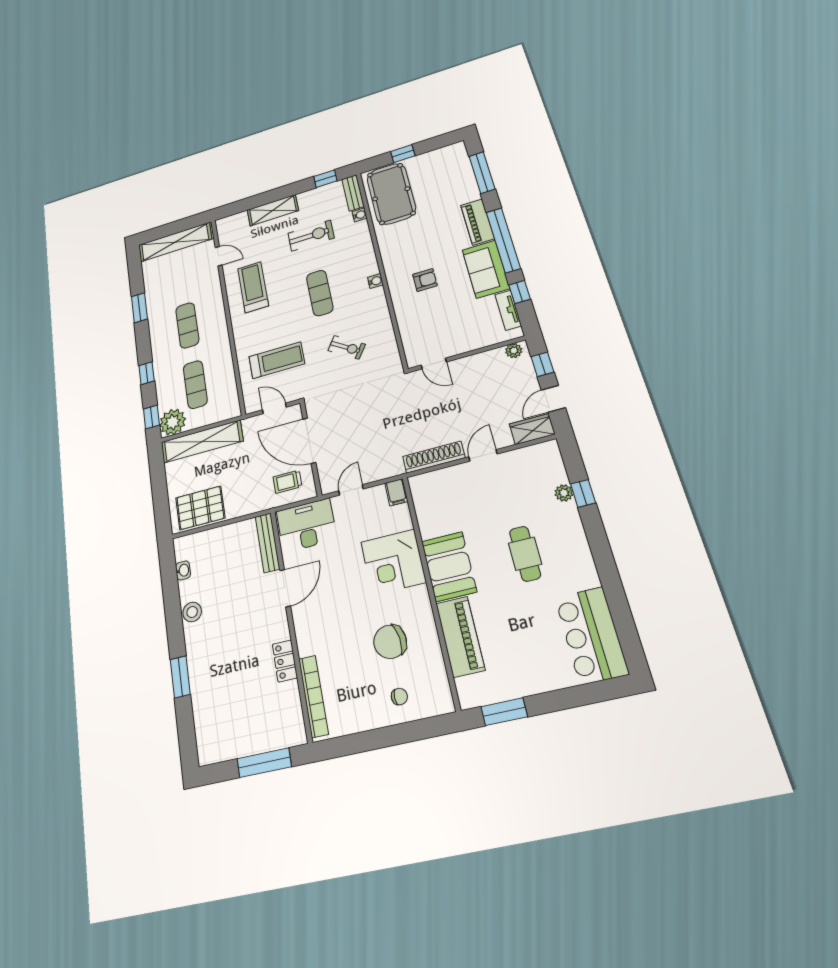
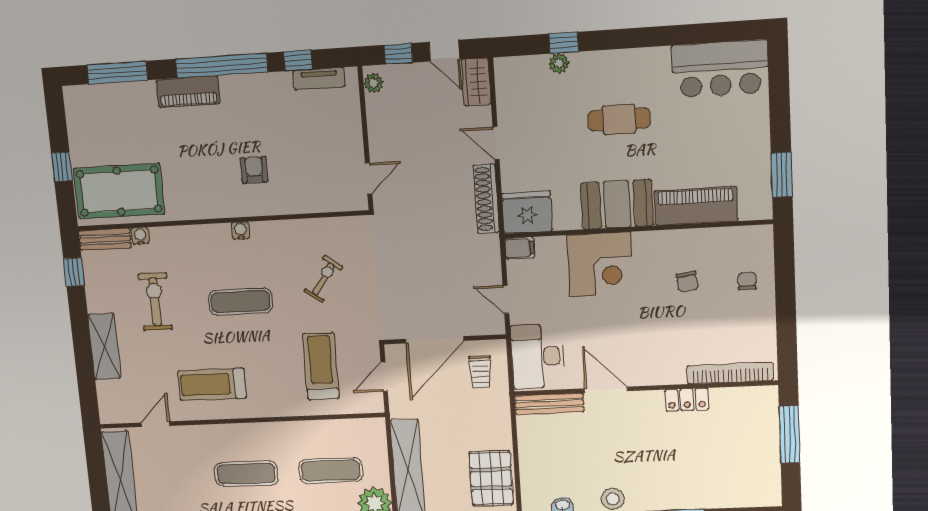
sofa: (486, 269) -> (257, 94), removed
fridge: (428, 492) -> (527, 212), added
chair: (390, 642) -> (687, 282), width x0.54, depth x0.54

